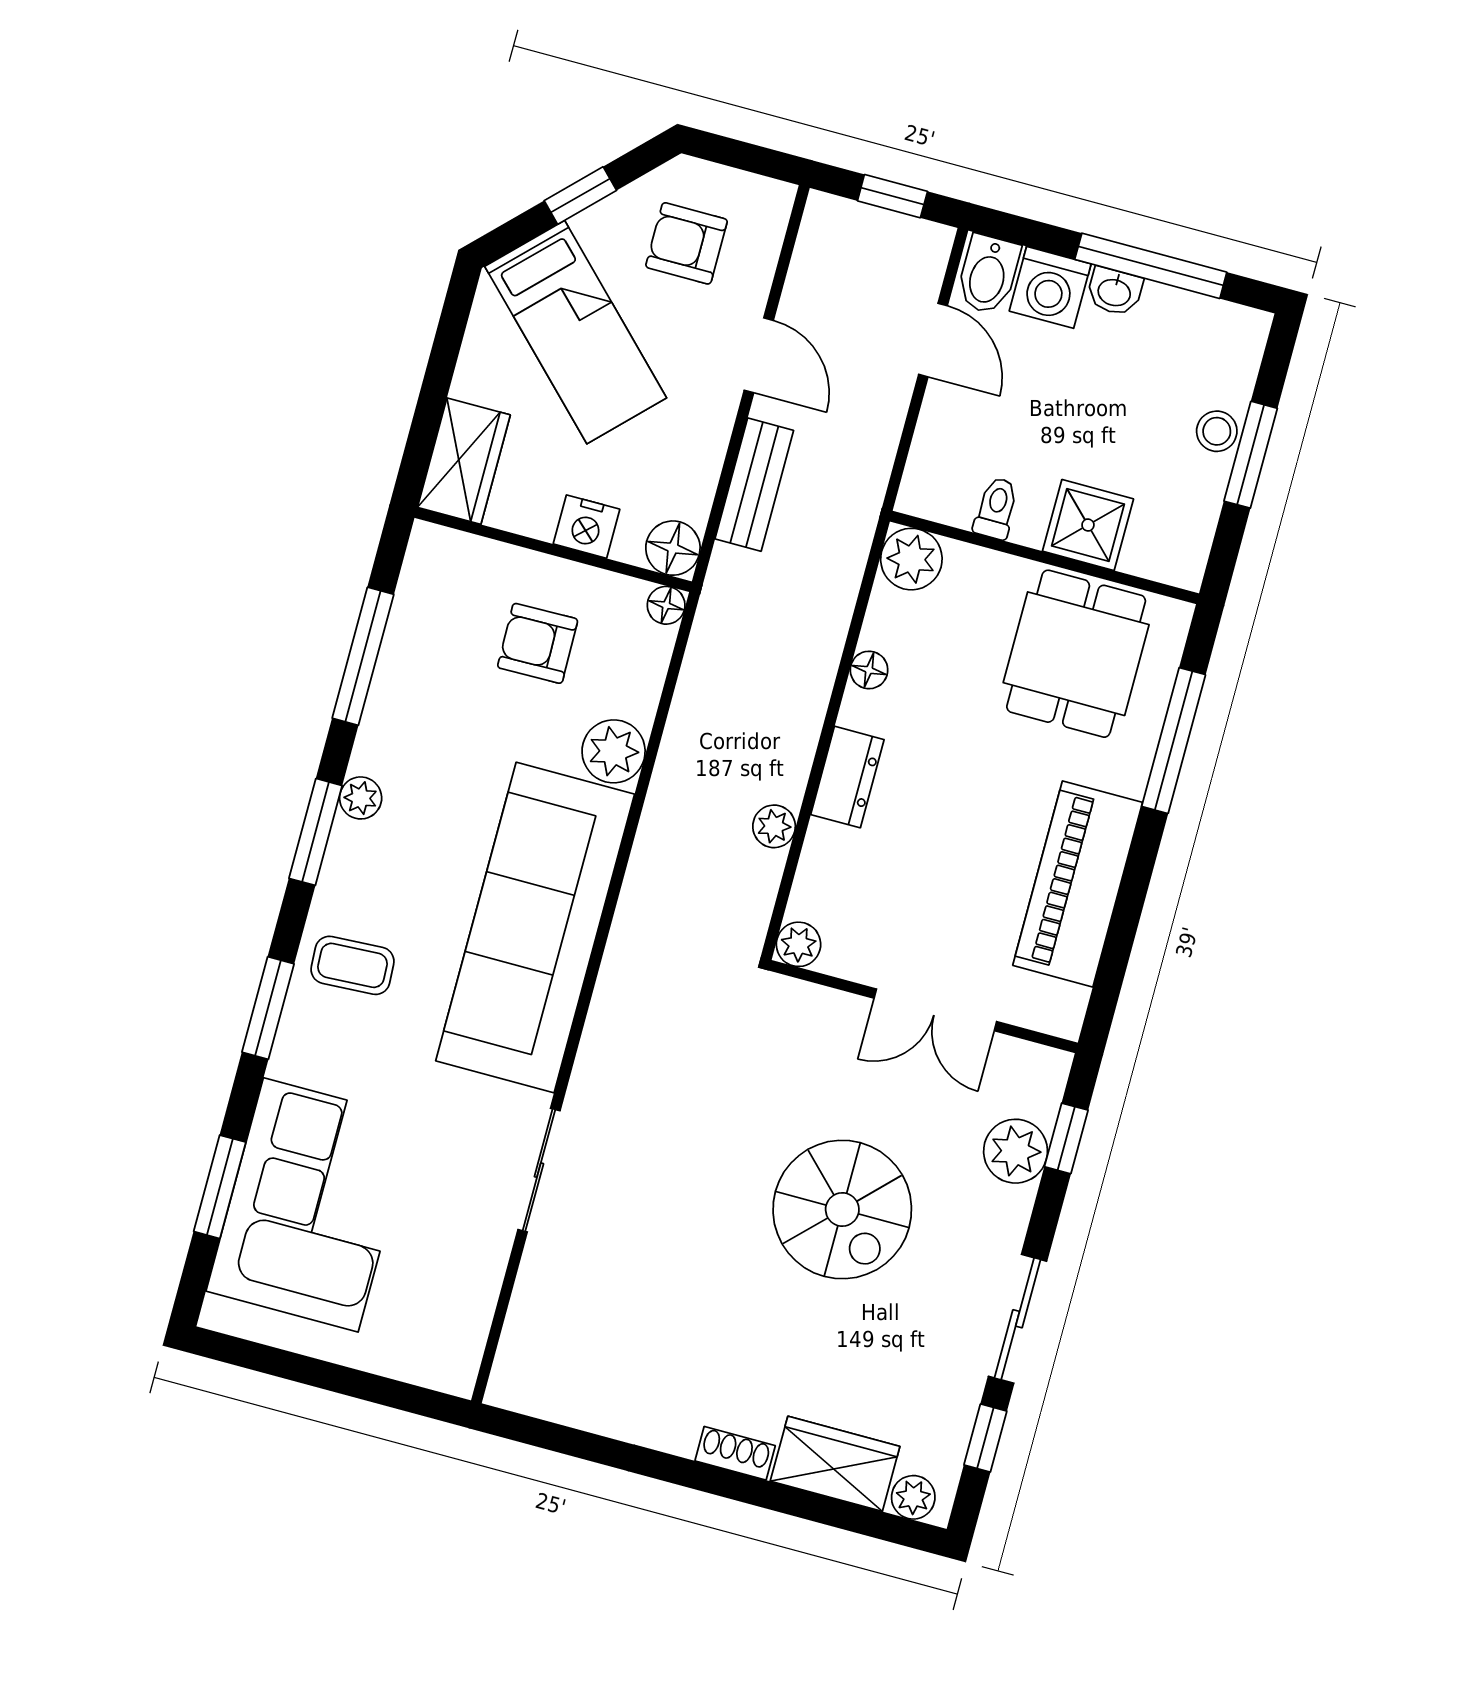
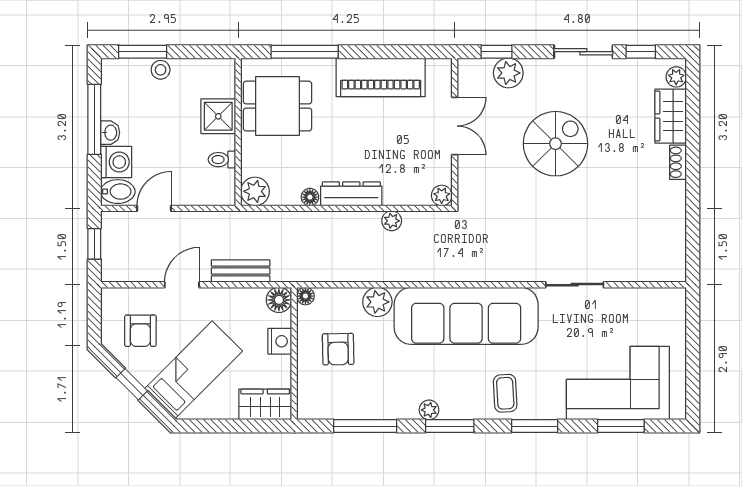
window: (1251, 455) -> (143, 52), moved
dresser: (847, 777) -> (351, 194), width x1.44

